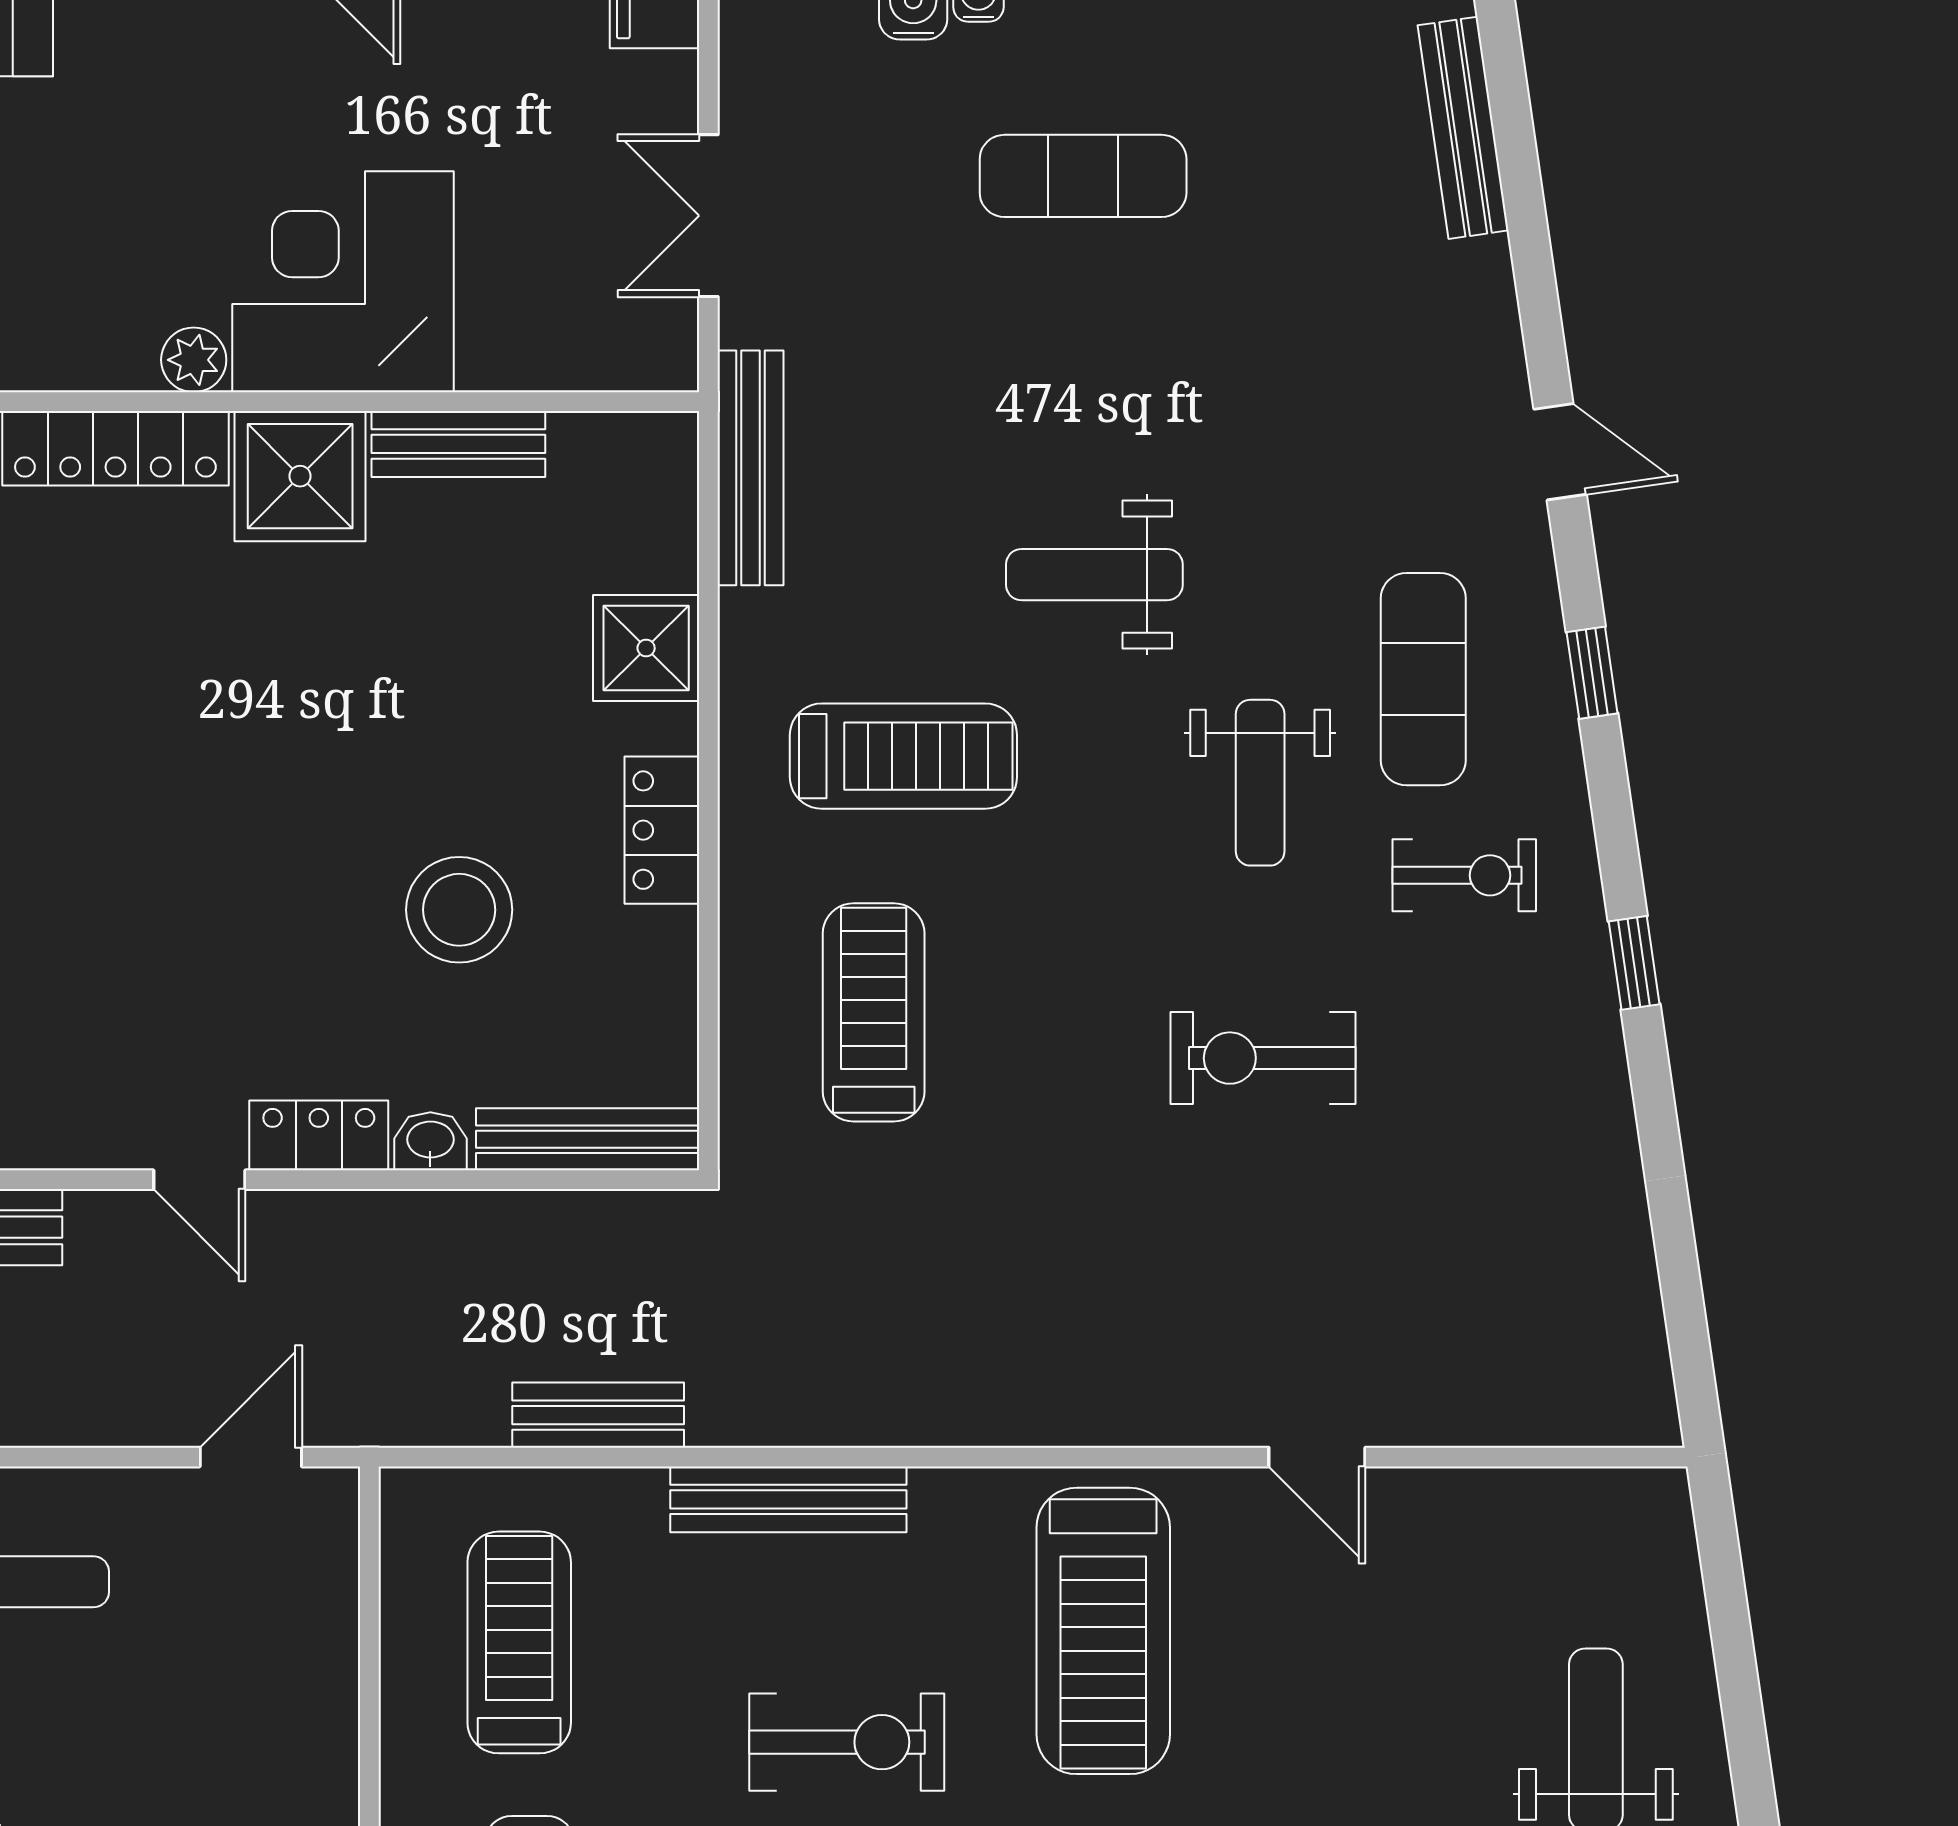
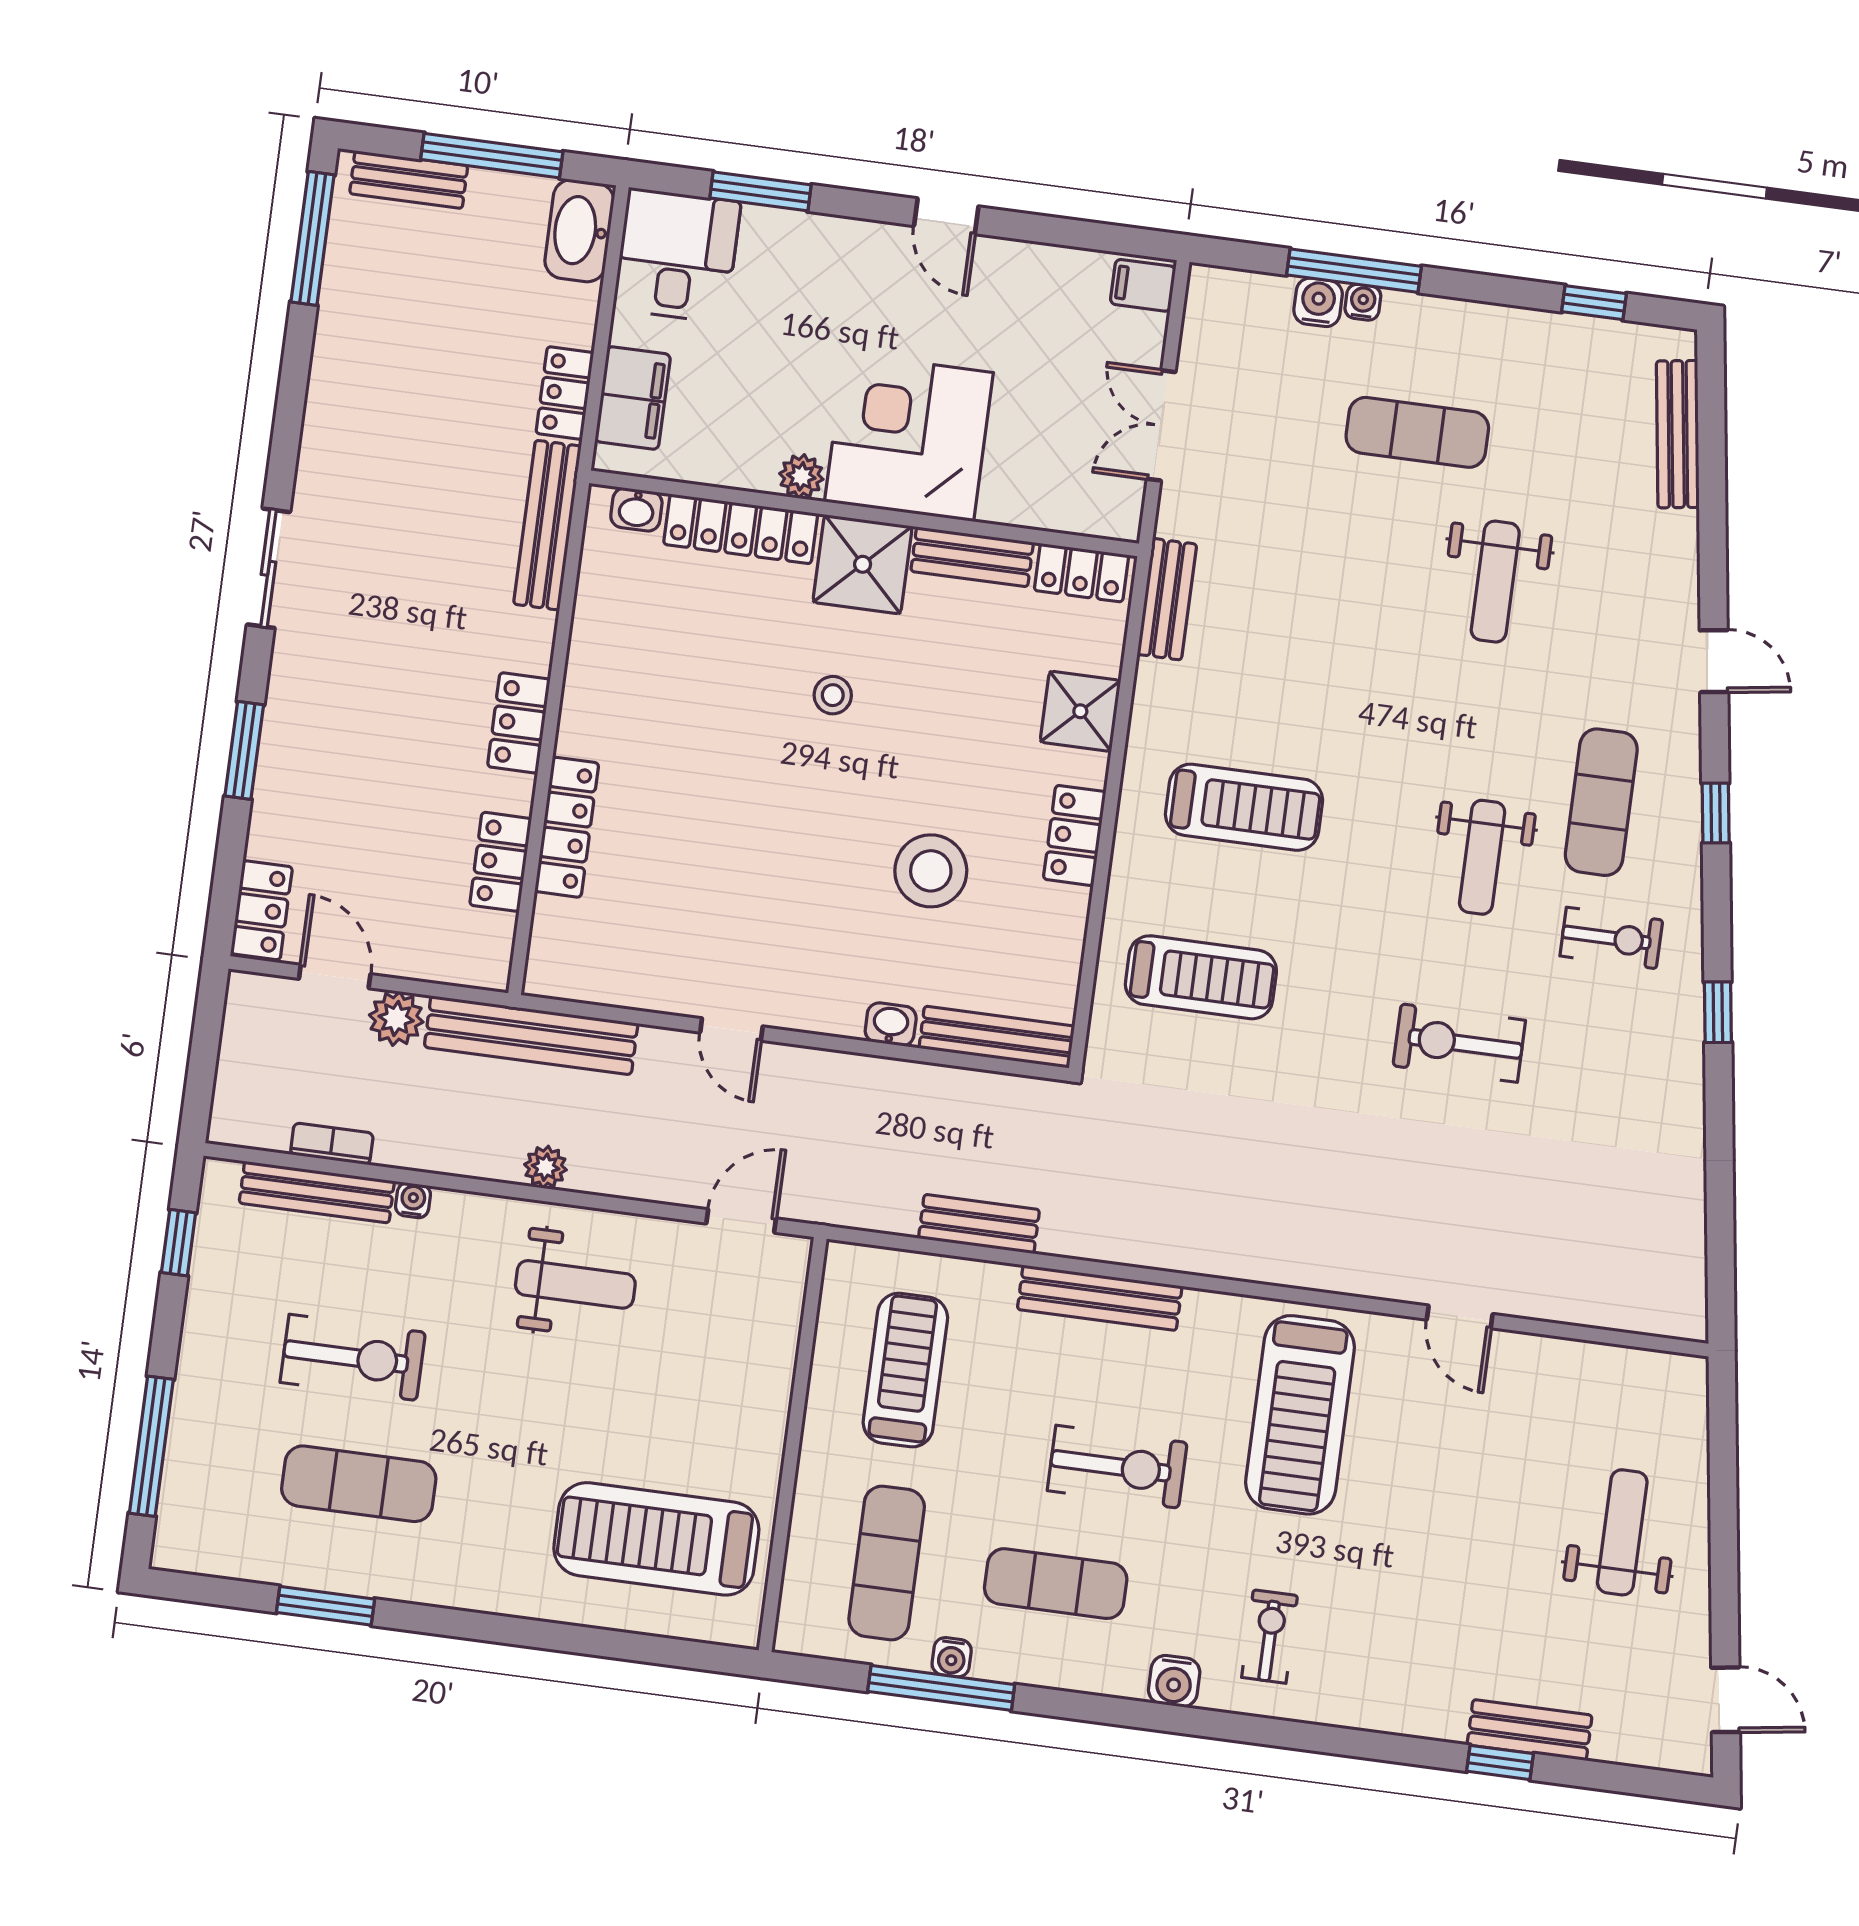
bench: (751, 468) -> (1167, 599), width x0.73
weight bench: (1094, 575) -> (1495, 582), moved, turned -90
stool: (282, 673) -> (833, 695), added
treadmill: (874, 1012) -> (1201, 977), turned 90
locker: (319, 1135) -> (1081, 573), moved, turned 180

